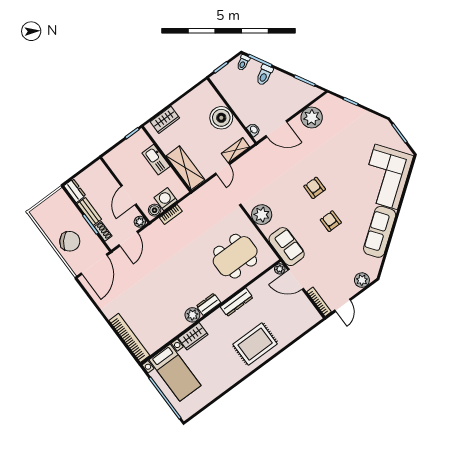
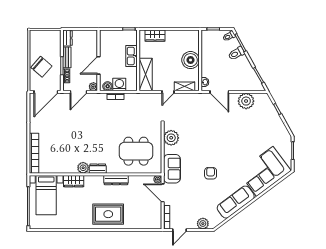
armchair: (315, 188) -> (216, 145), removed

